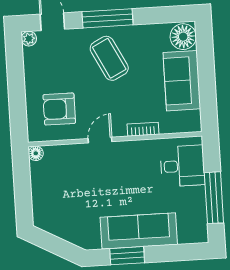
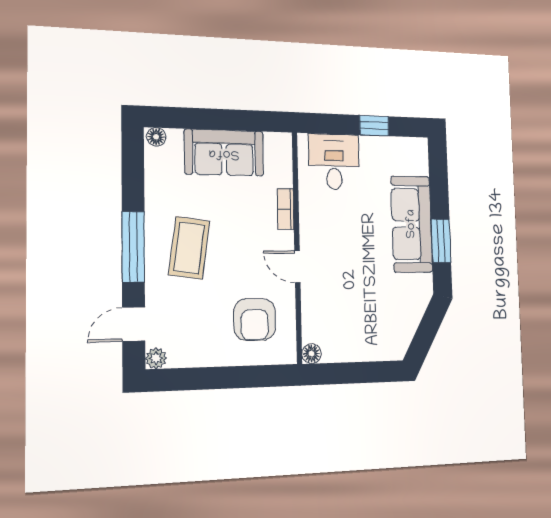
floor lamp: (183, 37) -> (156, 137), width x0.53, depth x0.53
coffee table: (109, 58) -> (189, 248), turned -55
window: (214, 198) -> (374, 126), width x0.46

